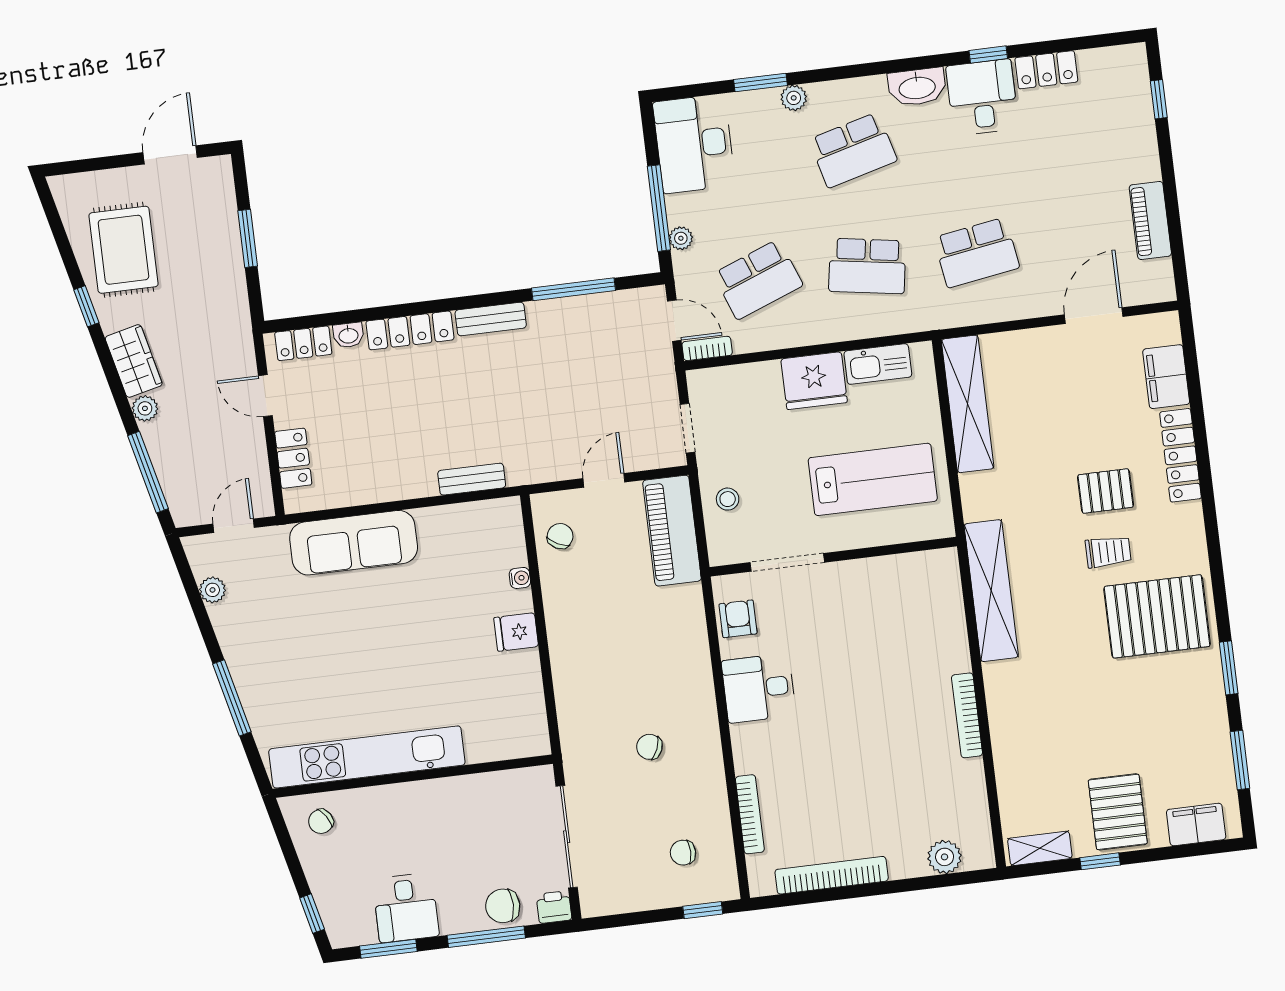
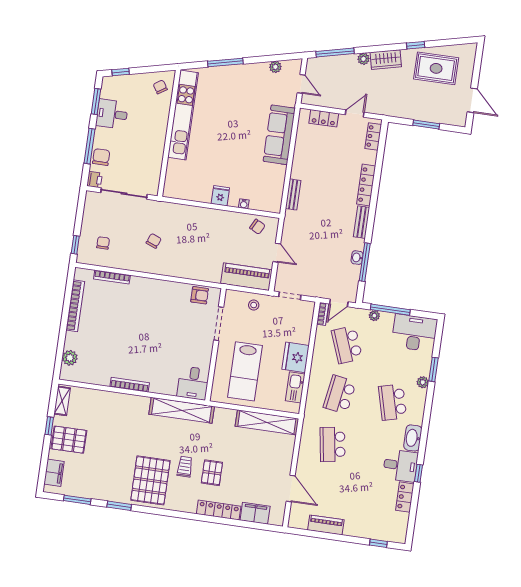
washbasin: (348, 335) -> (357, 258), moved
trolley: (1108, 552) -> (185, 467), turned 180
desk: (759, 688) -> (193, 383), moved, turned 180

